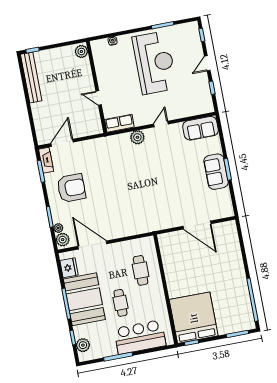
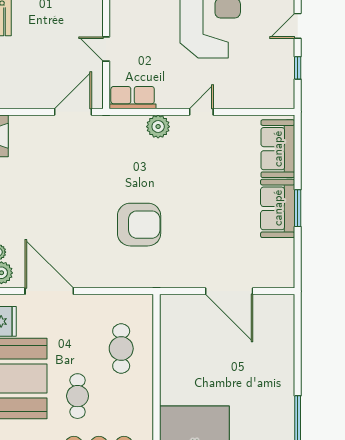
sofa: (200, 128) -> (278, 149), moved, turned 90
door: (62, 143) -> (73, 112), moved
armchair: (71, 188) -> (139, 225), moved

